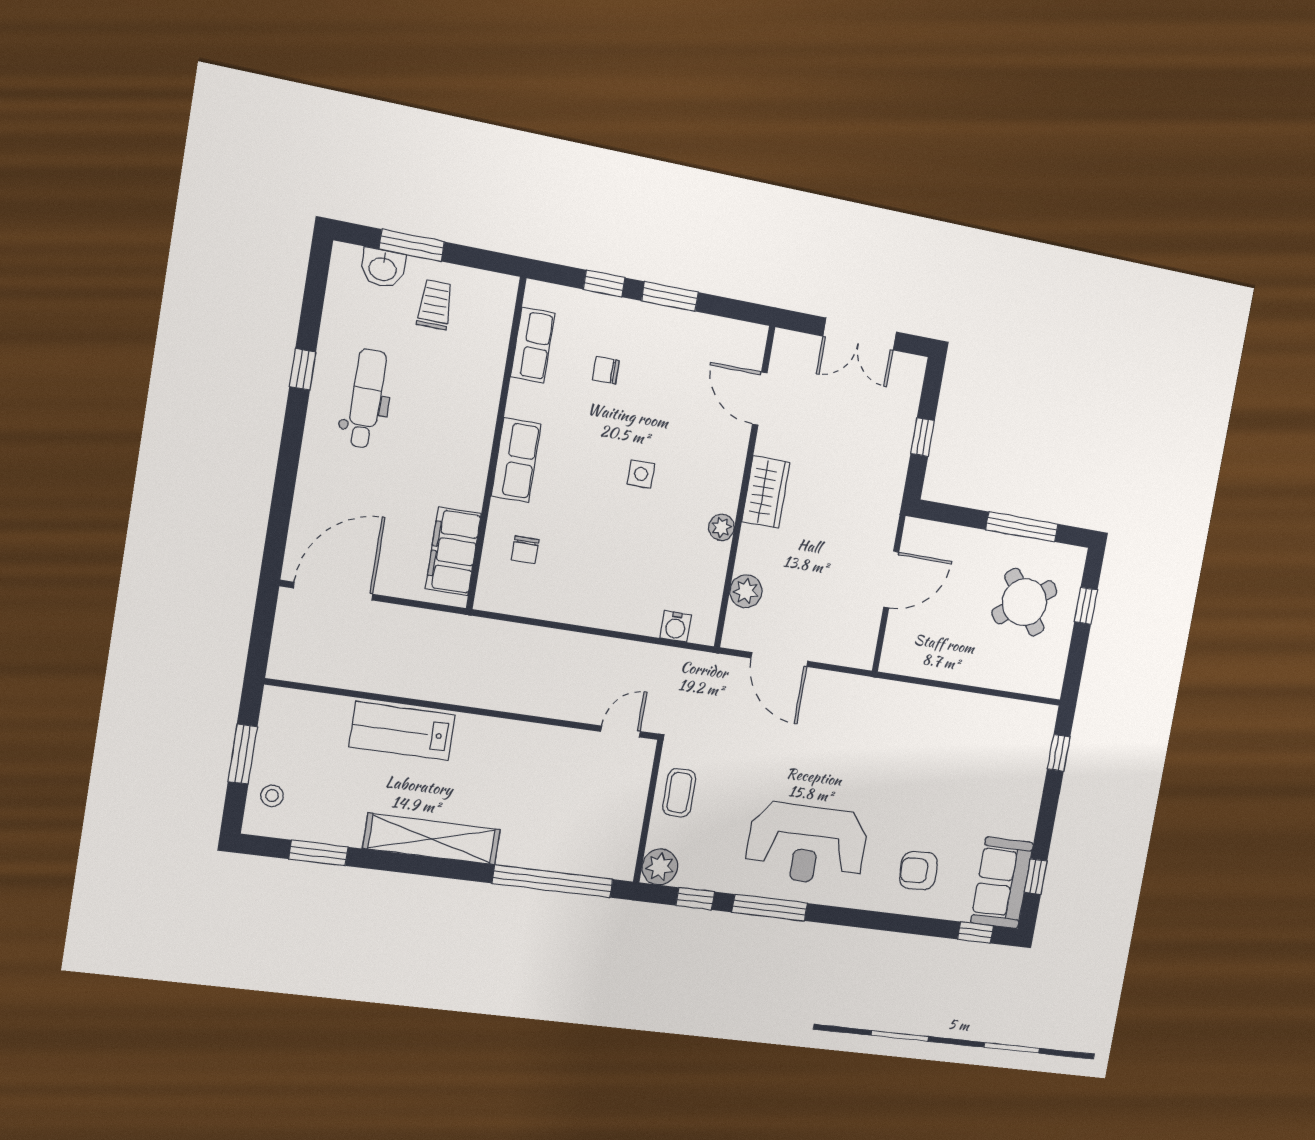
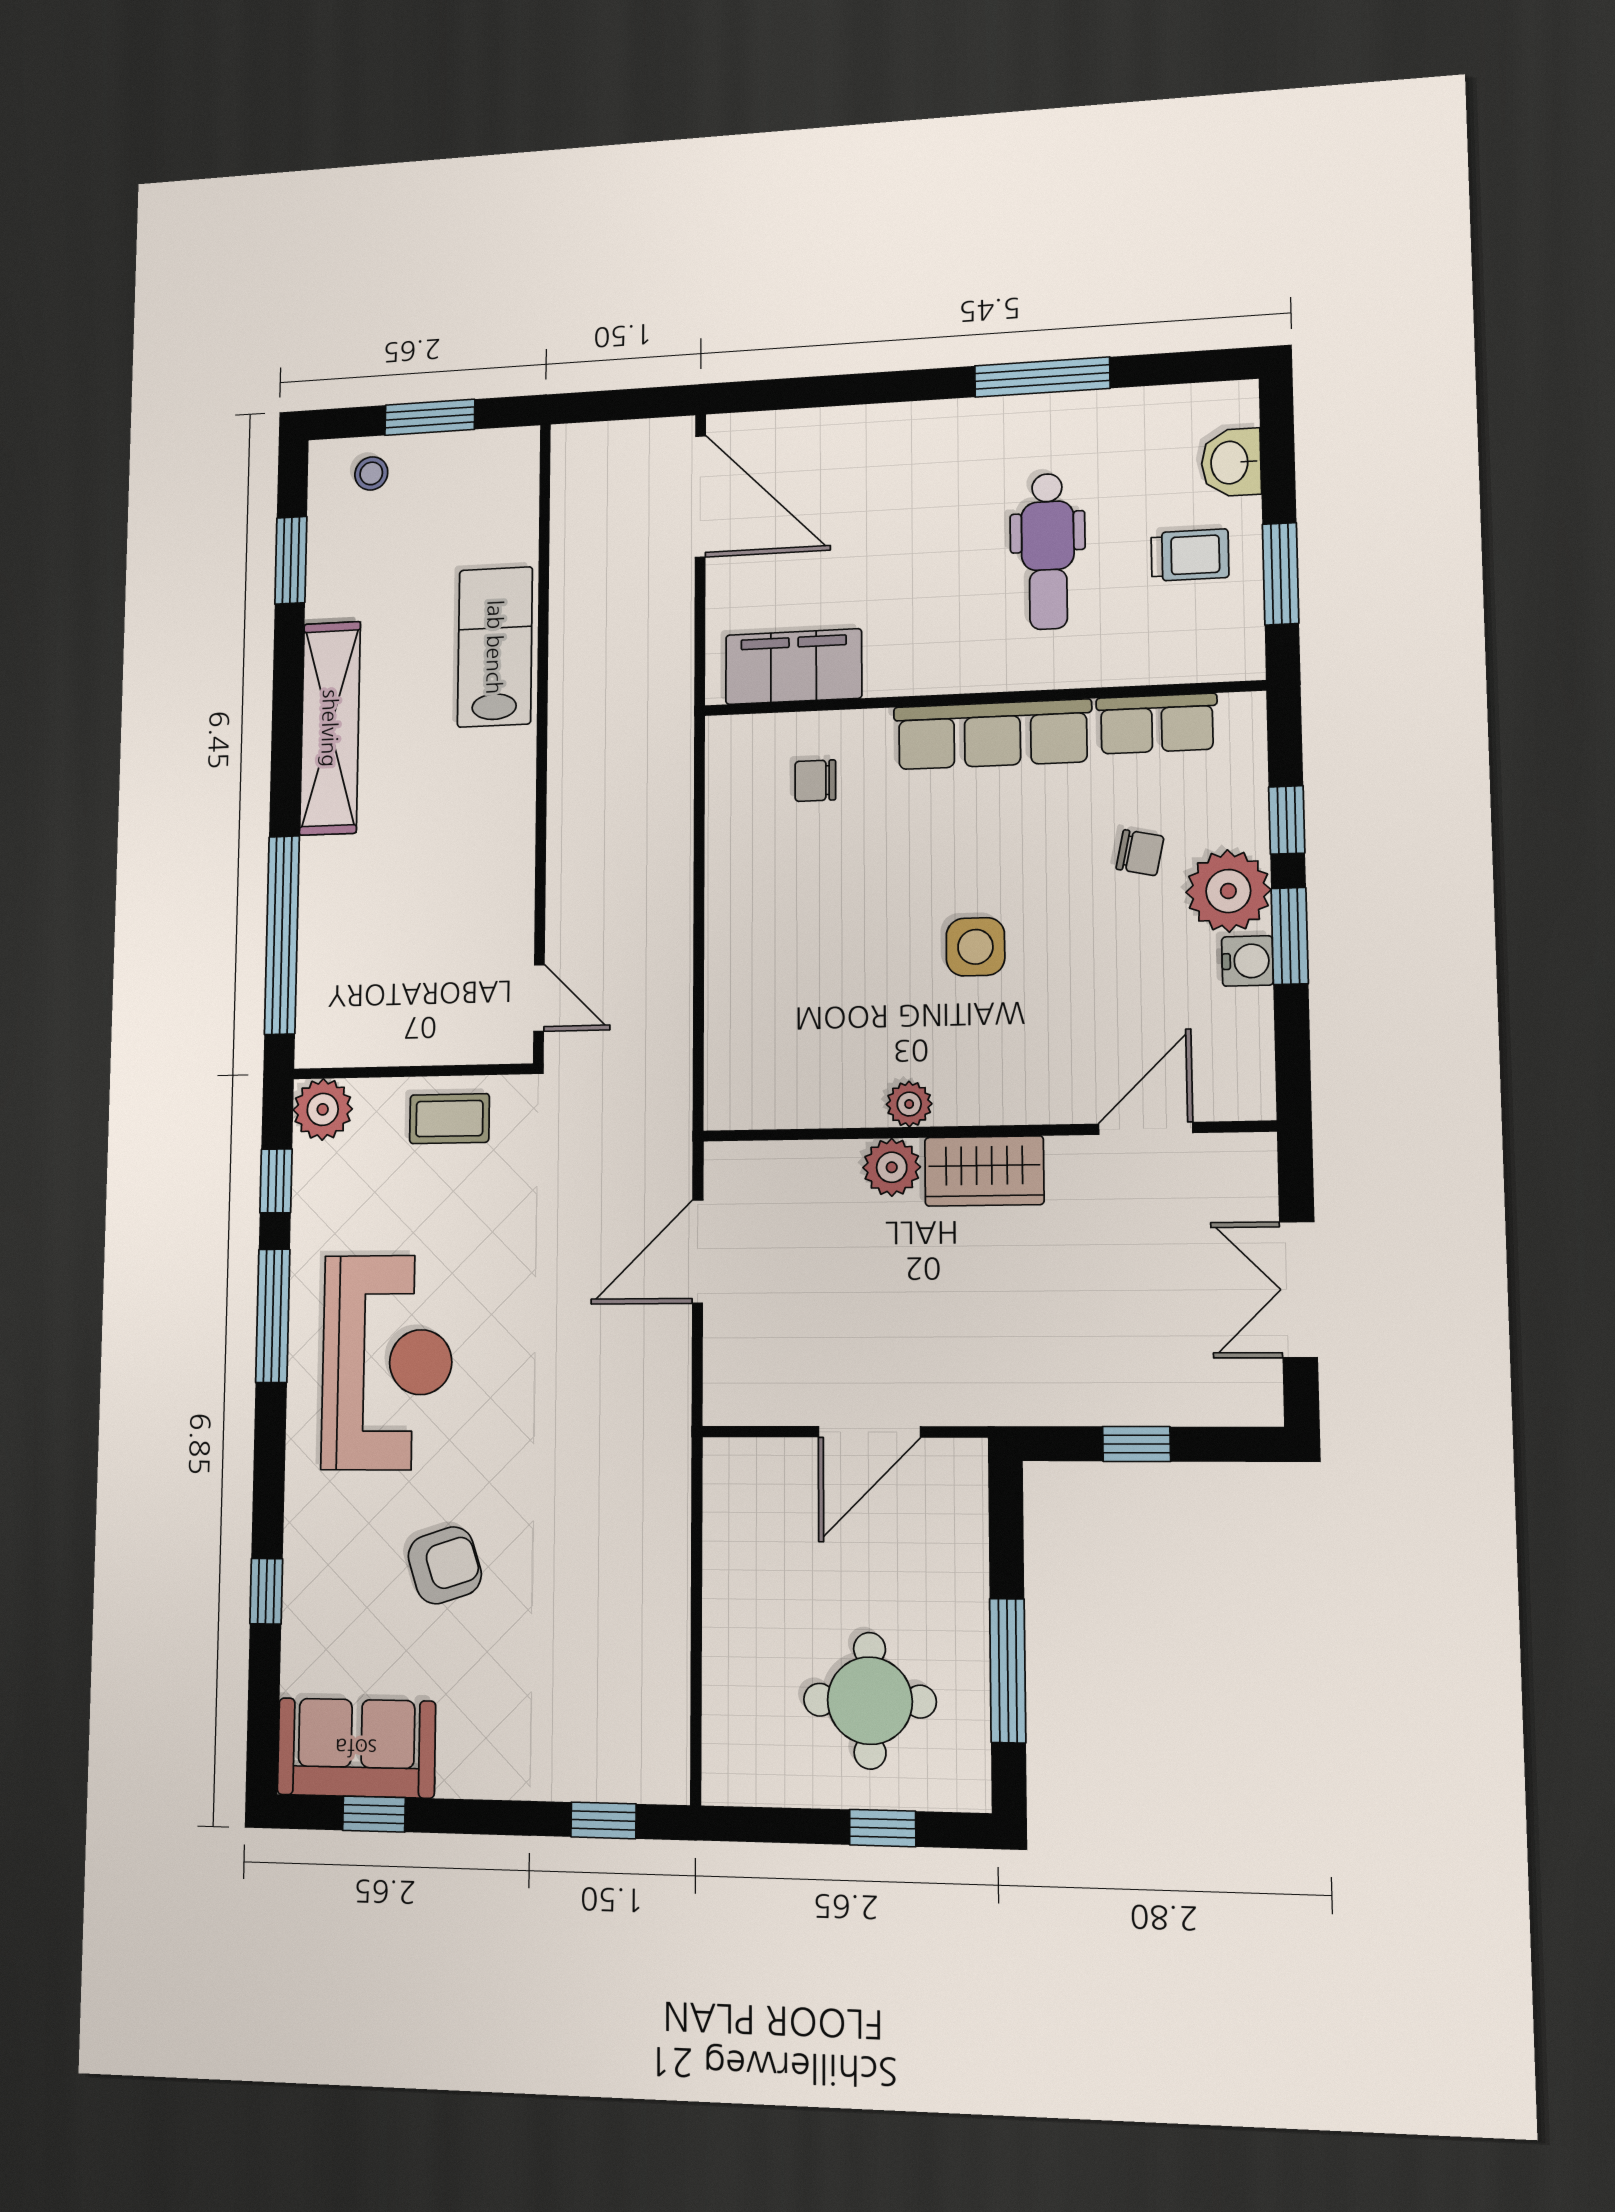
window: (412, 245) -> (1281, 574), moved
plant: (638, 325) -> (1228, 891), added
window: (303, 369) -> (1042, 377), width x2.17
chair: (606, 370) -> (1140, 853), turned 102
dental chair: (366, 398) -> (1048, 551), moved, turned 90
row of seats: (516, 460) -> (992, 734), width x1.48
side table: (641, 474) -> (975, 947), width x1.37, depth x1.37
door: (891, 580) -> (869, 1432), hinge flipped
plant: (746, 591) -> (892, 1167), moved
round table: (1024, 602) -> (870, 1701), turned 35
water cooler: (676, 626) -> (1247, 961), moved, turned 180
reception desk: (807, 844) -> (387, 1362), turned 180
armchair: (918, 871) -> (445, 1565), moved, turned 75
window: (975, 933) -> (266, 1591), moved

